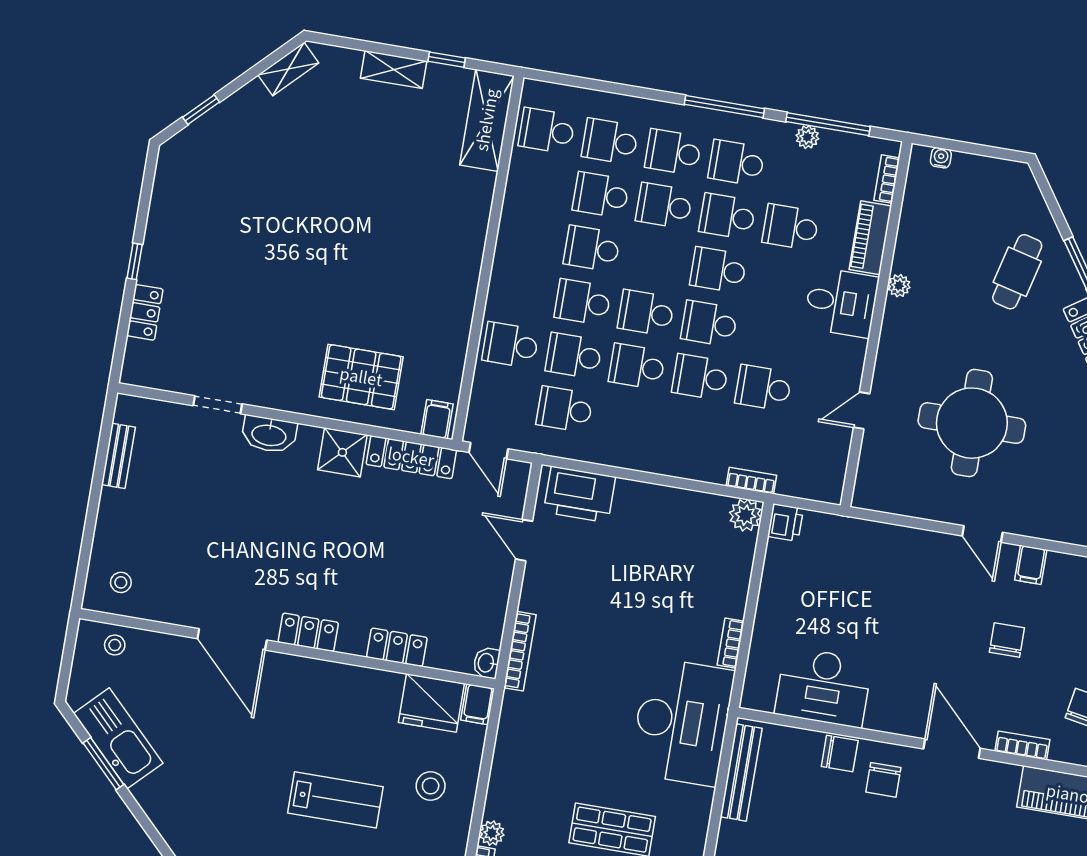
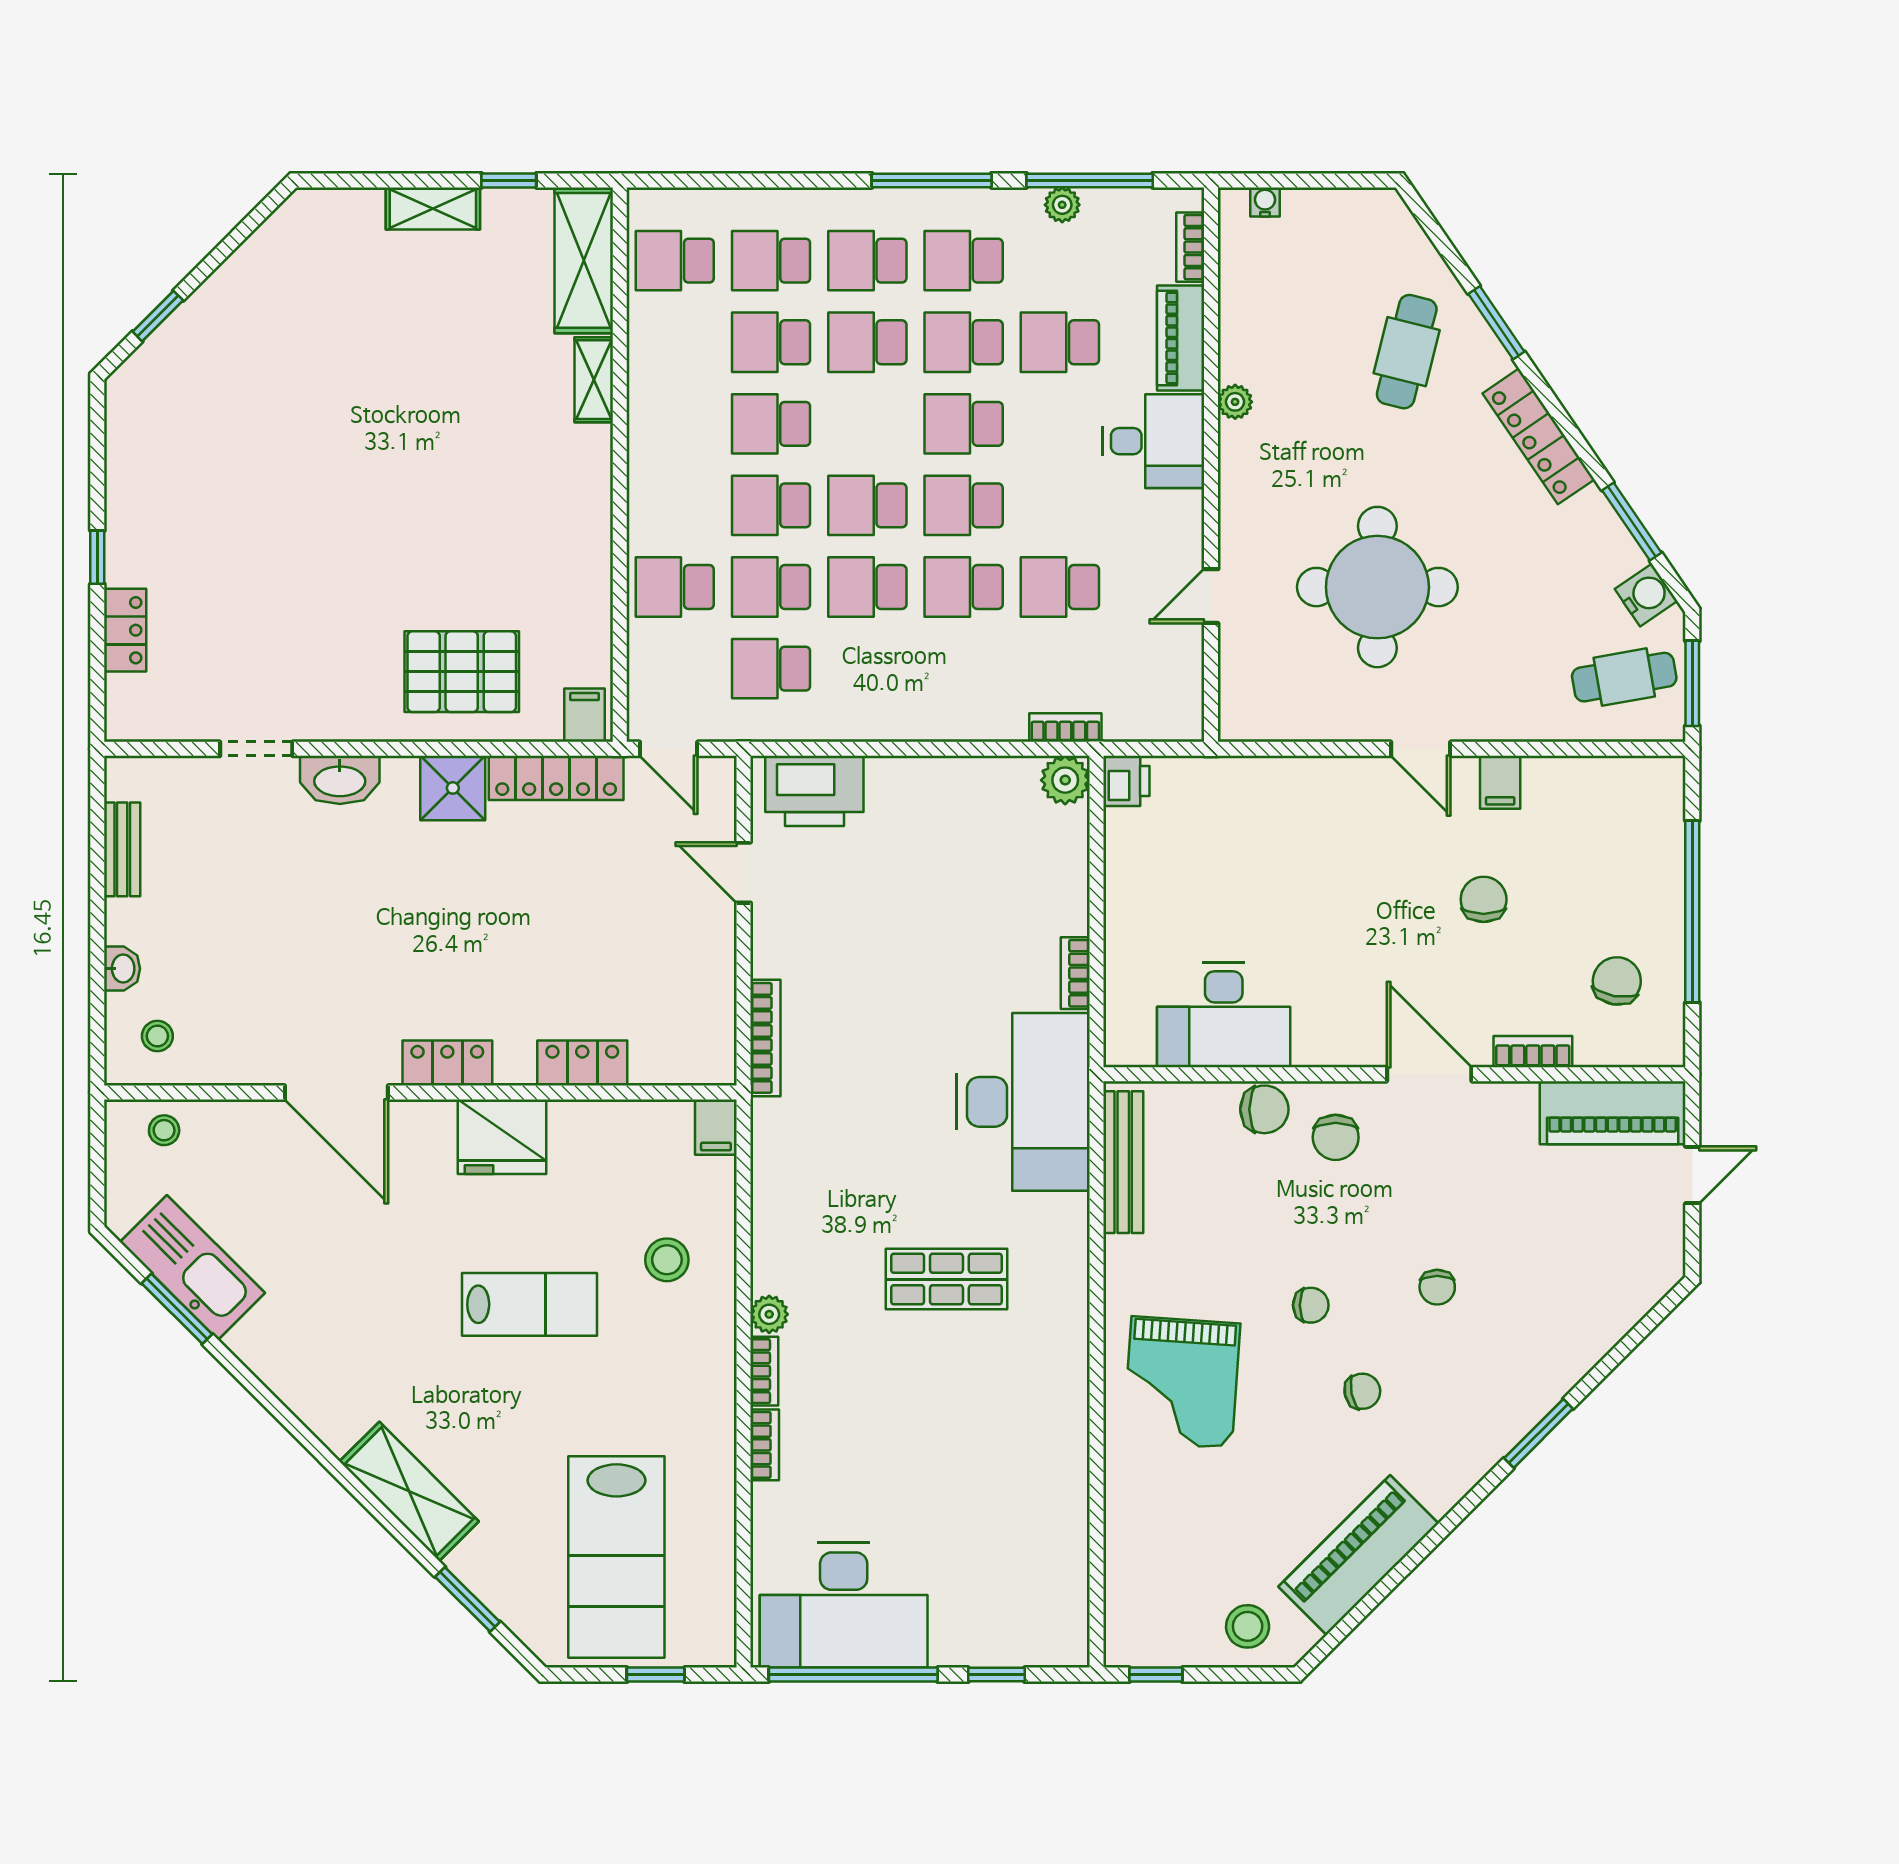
shelving: (288, 69) -> (594, 380), moved, turned -45
washbasin: (487, 663) -> (122, 969), moved, turned 180
fridge: (431, 703) -> (502, 1137), moved

